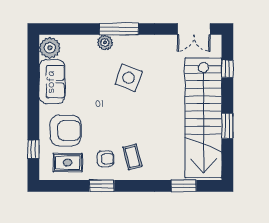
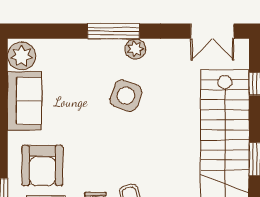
plant: (105, 42) -> (135, 49), moved
armchair: (65, 130) -> (42, 165), turned 90

